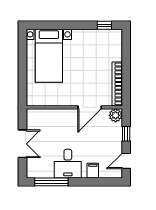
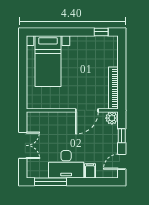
desk: (68, 164) -> (66, 164), width x1.37

